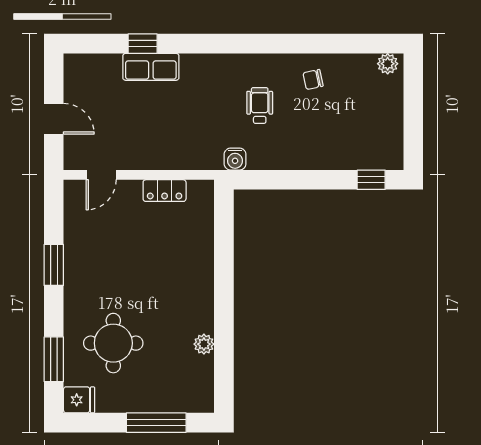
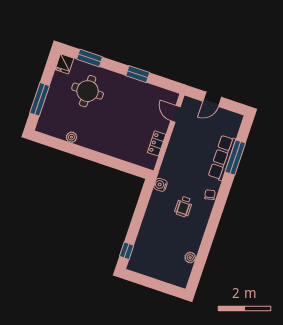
window: (143, 44) -> (235, 157), width x2.17
plant: (388, 64) -> (190, 258), moved
row of seats: (151, 67) -> (222, 158), width x1.48
chair: (313, 79) -> (210, 195), moved
wheelchair: (260, 106) -> (184, 207), turned 90

